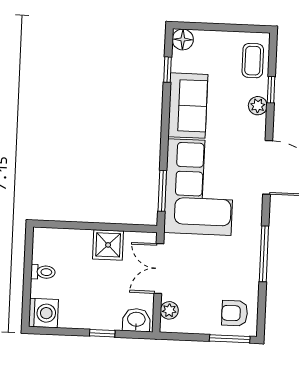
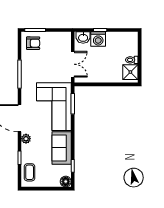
plant: (258, 106) -> (26, 139), moved
shower: (108, 245) -> (130, 72), moved
plant: (169, 310) -> (67, 43), removed
washing machine: (43, 313) -> (98, 39), moved, turned -90

